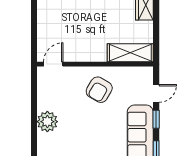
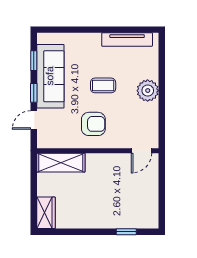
armchair: (99, 90) -> (93, 124), turned 60
coffee table: (90, 126) -> (103, 85), added

